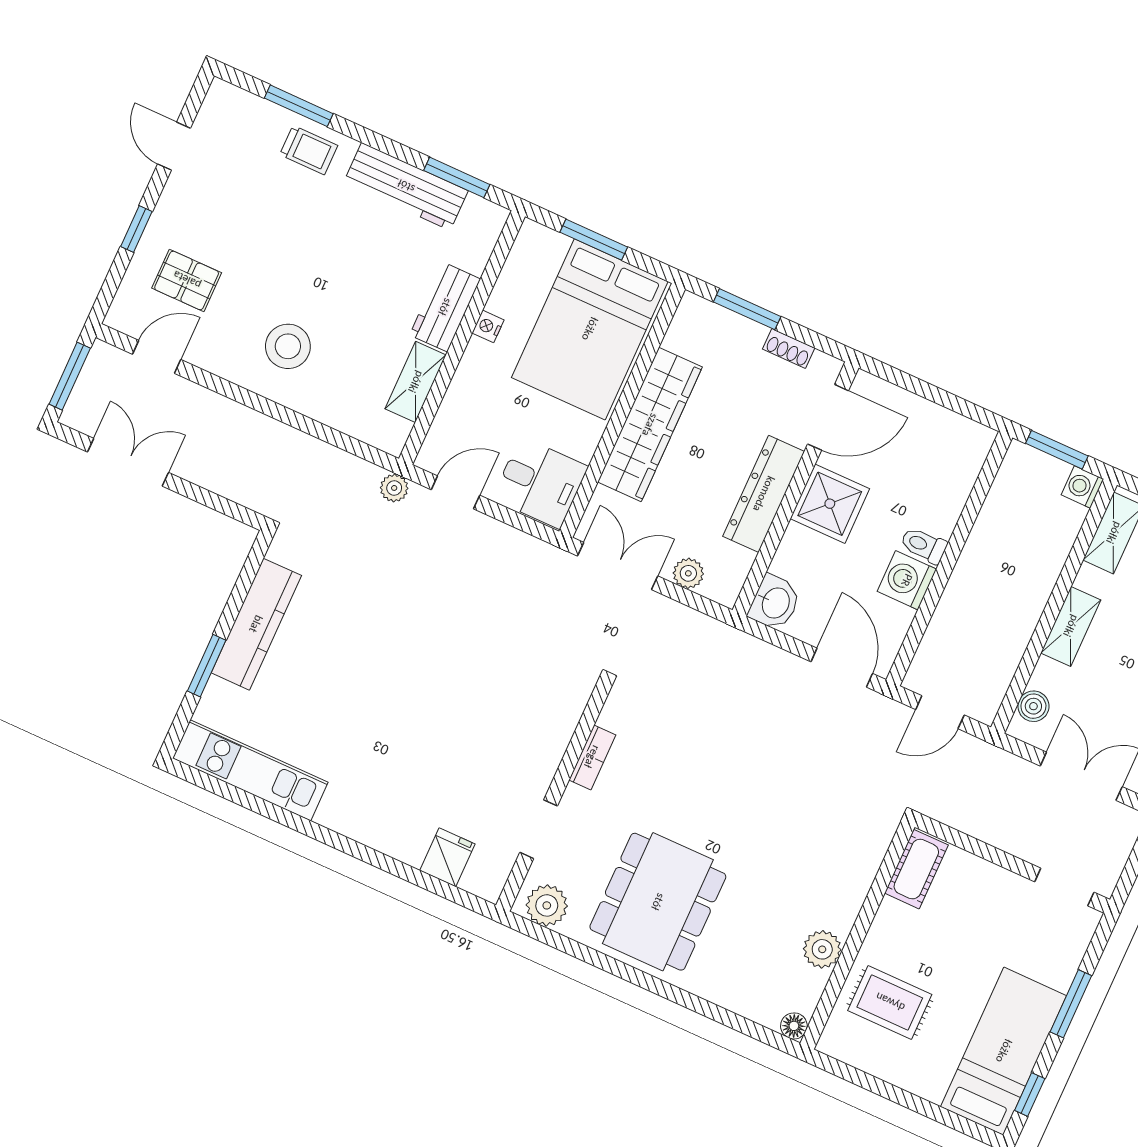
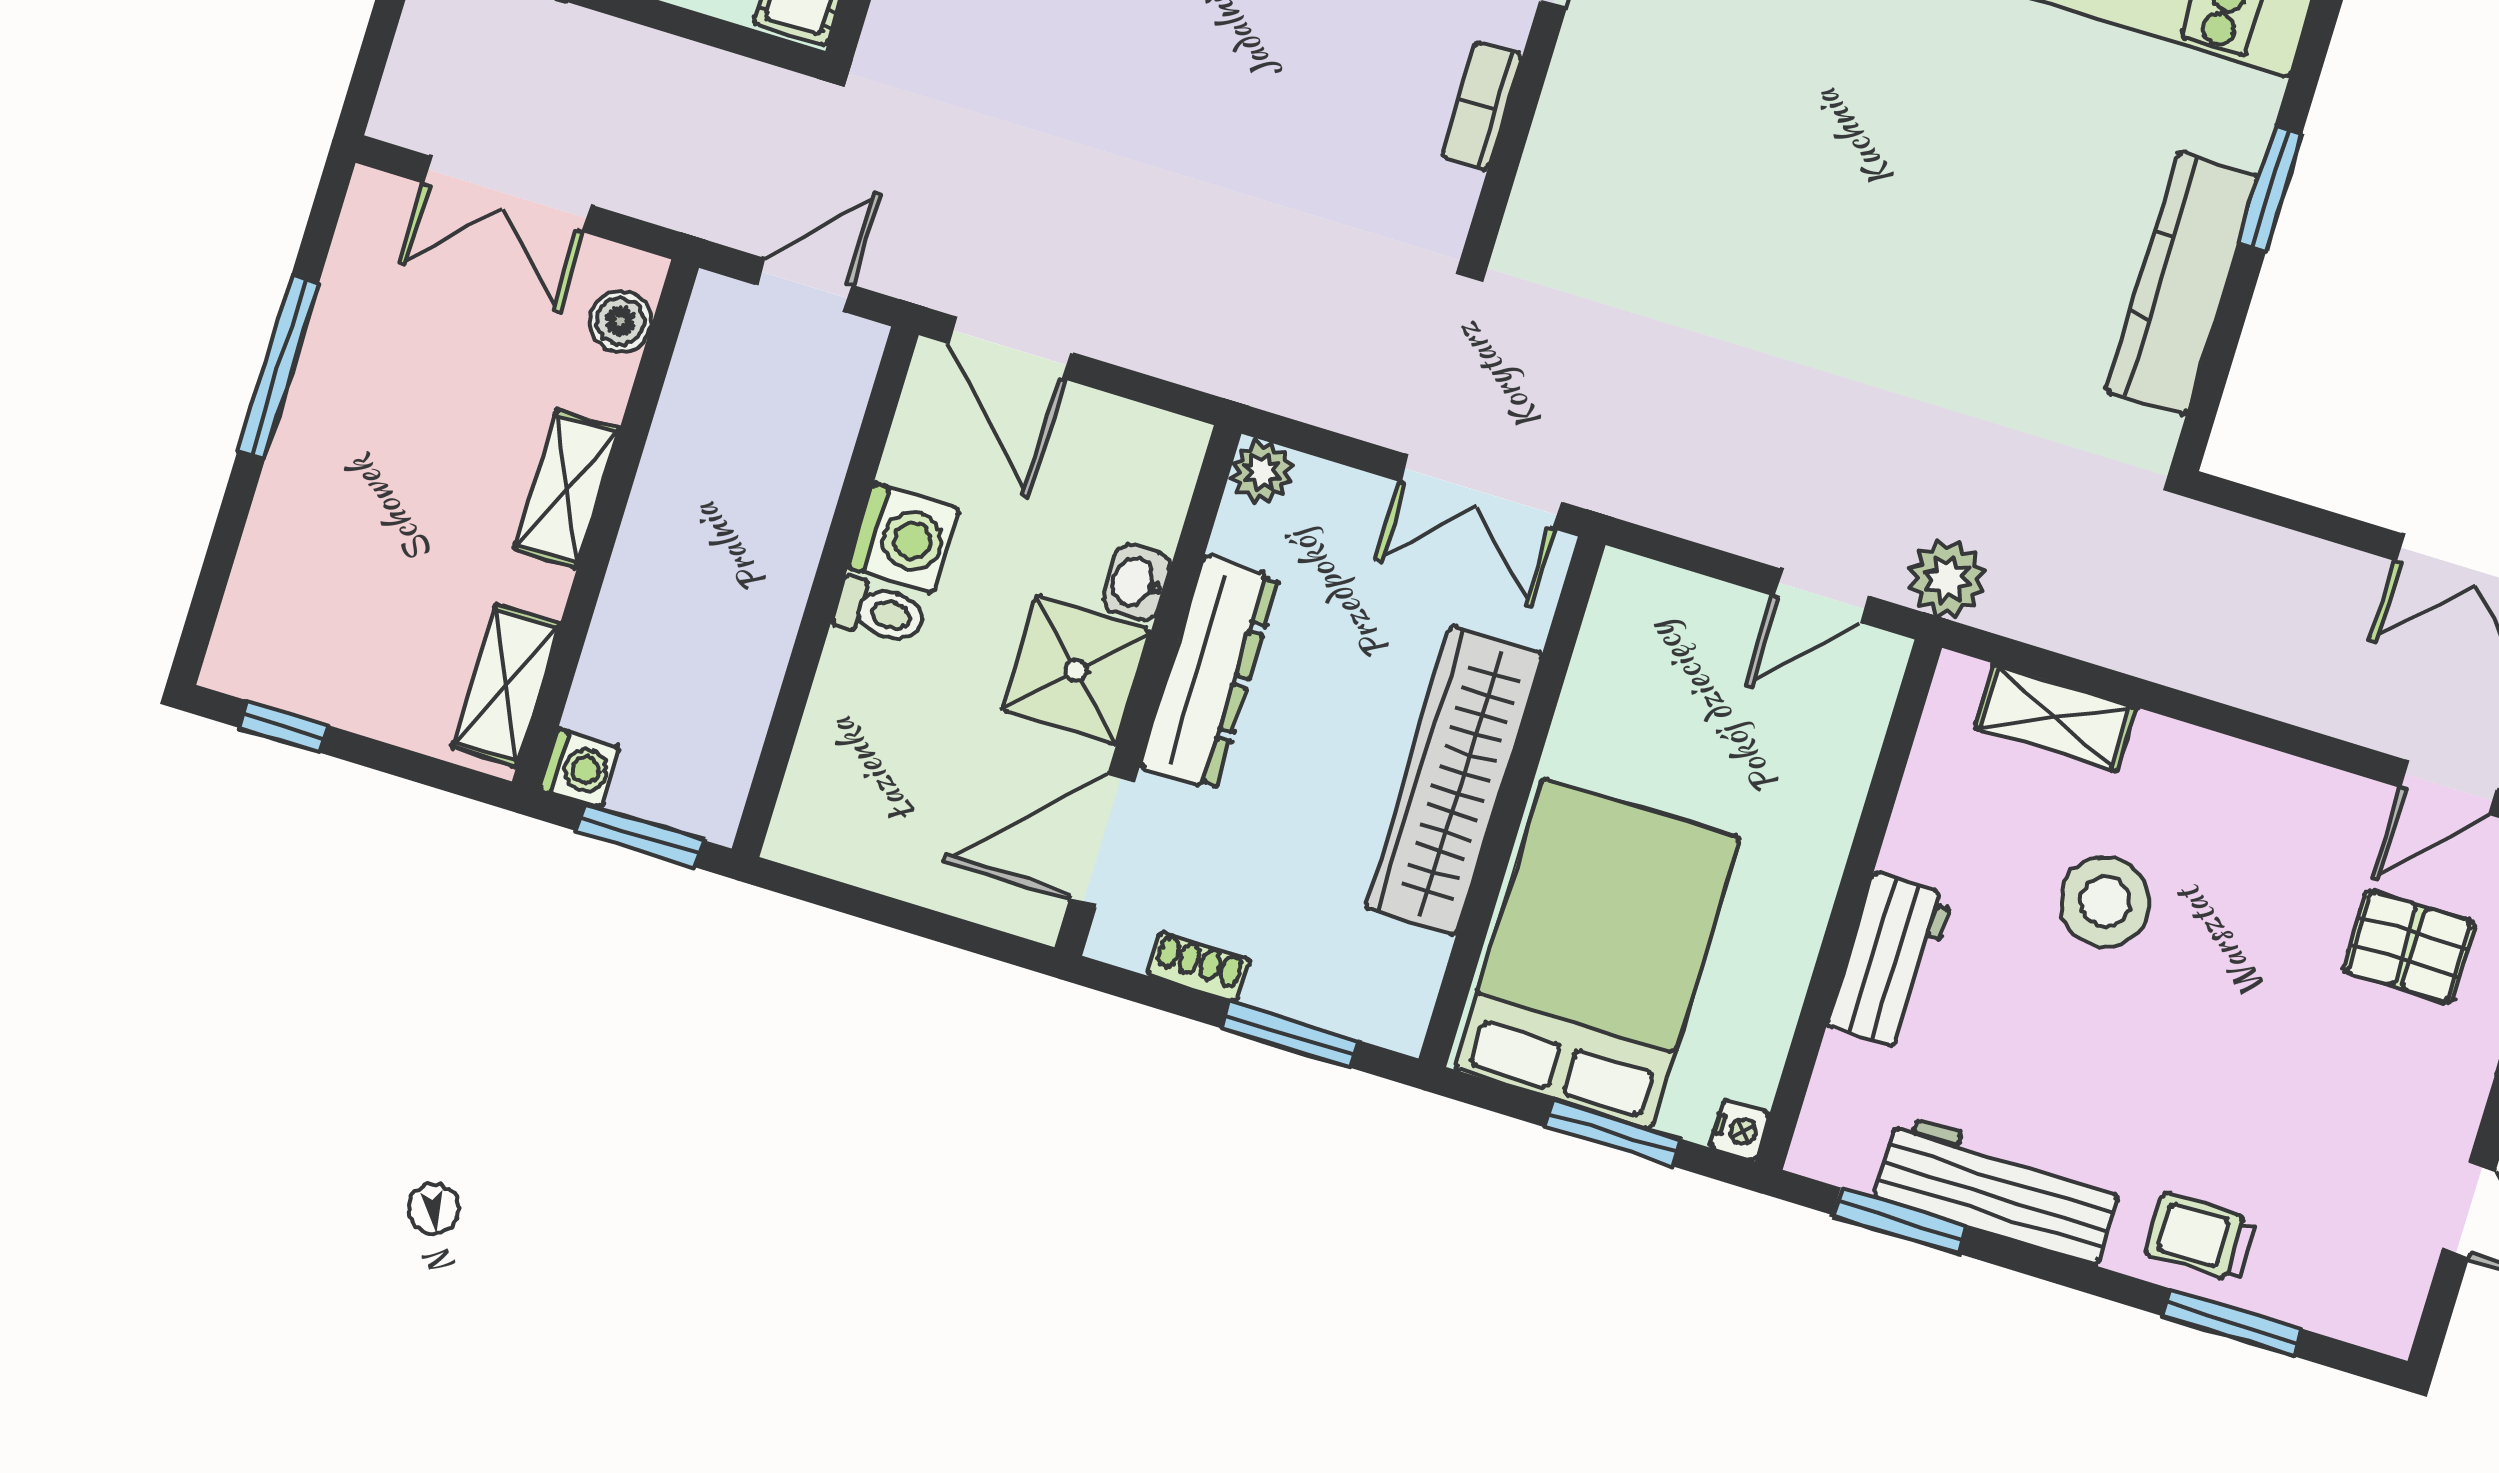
nightstand: (488, 326) -> (1740, 1130), moved
stool: (288, 346) -> (2105, 902), moved
shelving: (416, 382) -> (2055, 717), moved, turned 90
desk: (540, 483) -> (1656, 637), removed
plant: (394, 488) -> (1947, 579), width x1.38, depth x1.38
plant: (688, 573) -> (1262, 472), moved
washbasin: (775, 602) -> (1136, 582), moved, width x0.72, depth x0.69

